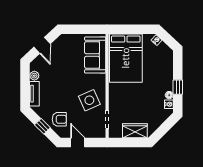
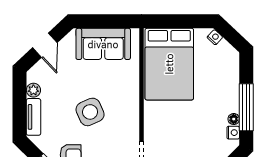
sofa: (95, 55) -> (103, 44), moved, turned -90
window: (178, 87) -> (246, 107), width x2.17
side table: (89, 100) -> (90, 112), moved

